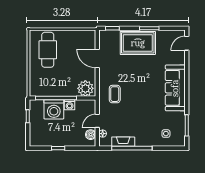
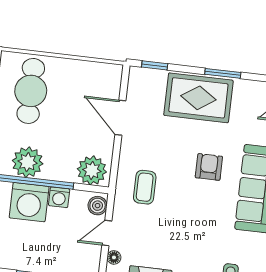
armchair: (148, 79) -> (209, 167), added
plant: (51, 88) -> (28, 162), added
boiler: (91, 135) -> (98, 206), moved

